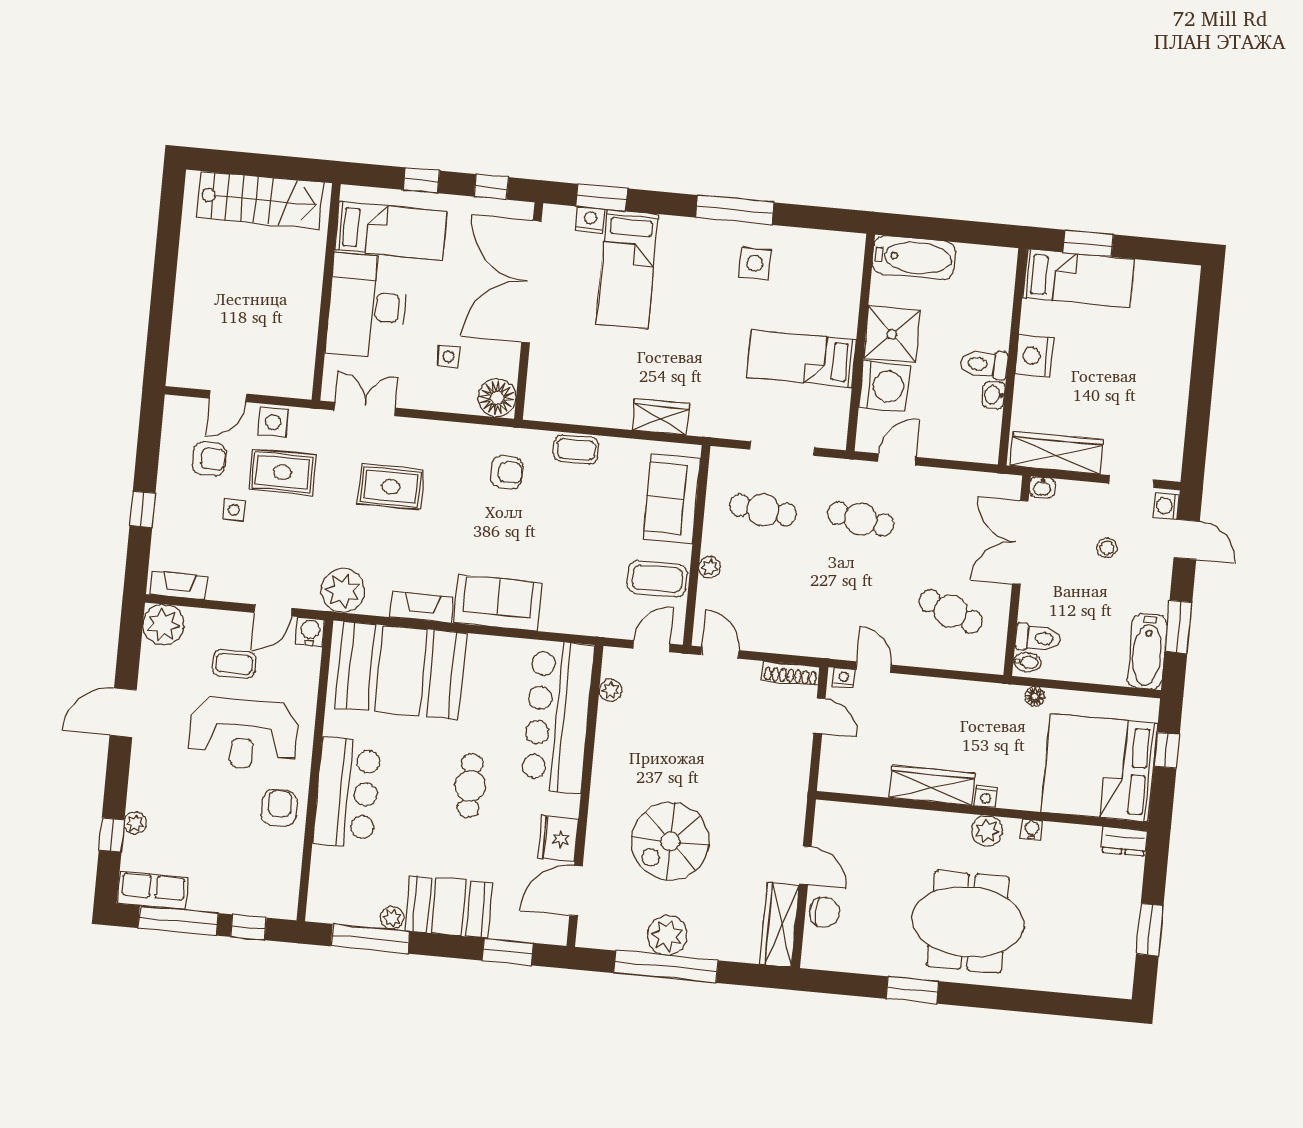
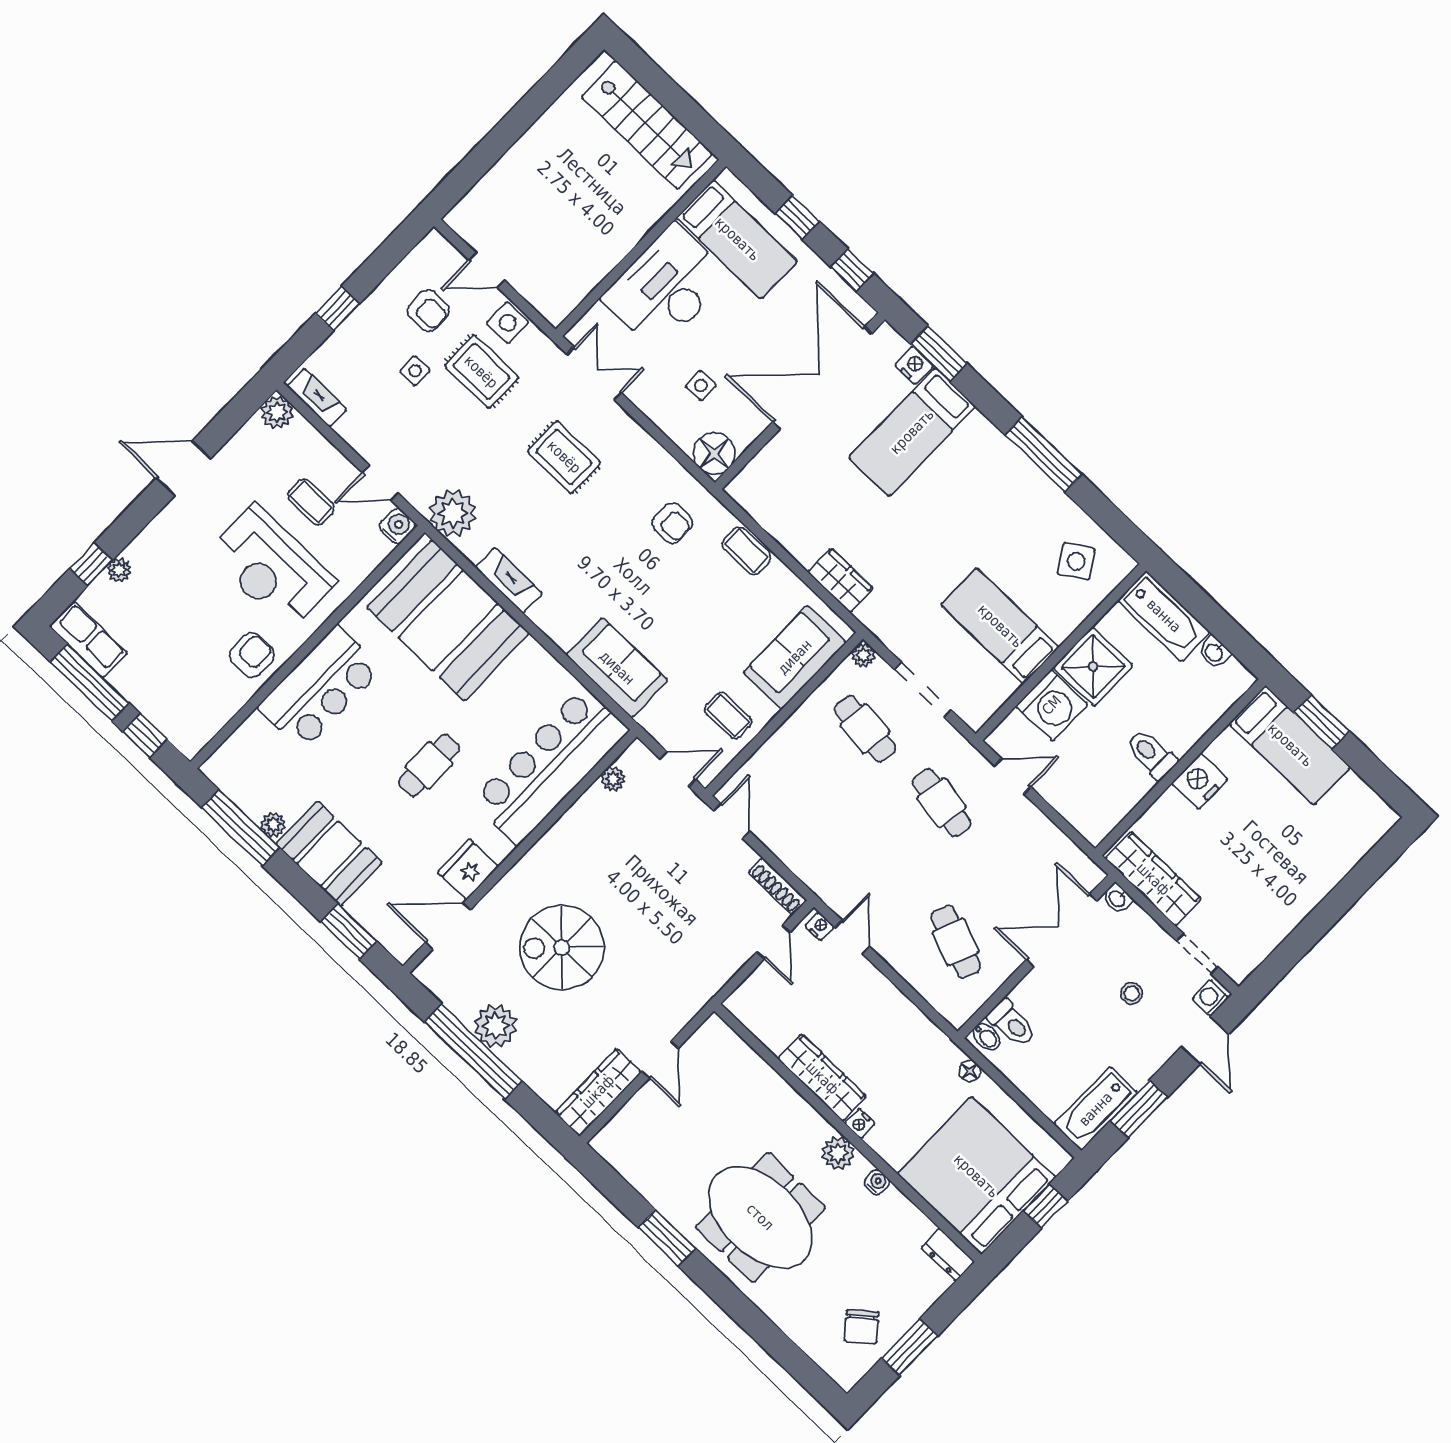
side table: (755, 263) -> (1076, 561), moved, turned -33
washbasin: (994, 395) -> (1214, 652), moved, turned -90
plant: (710, 567) -> (863, 655), moved
coffee table: (657, 579) -> (728, 716), width x0.73, depth x0.77
sofa: (497, 603) -> (617, 668), moved
plant: (163, 625) -> (277, 412), width x0.73, depth x0.73
chair: (824, 912) -> (862, 1327), moved, turned 50

